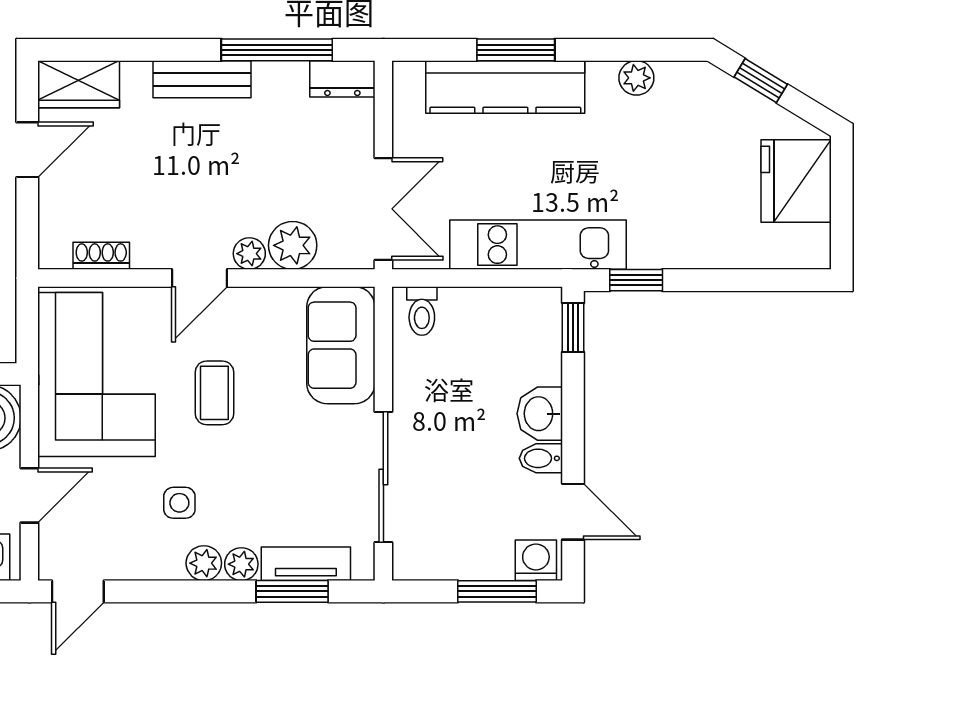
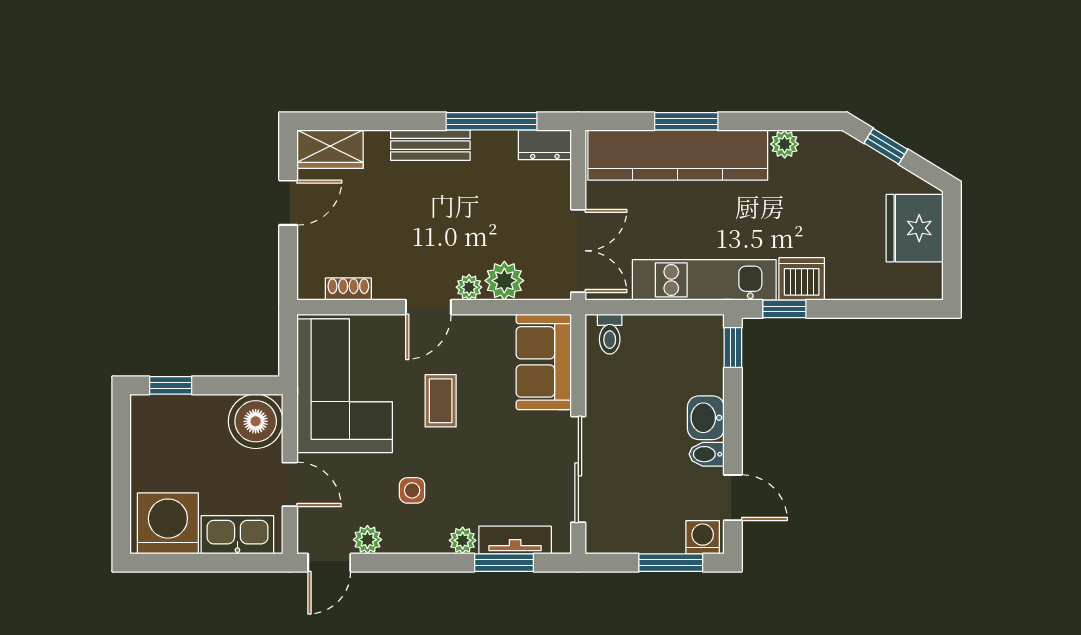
kitchen counter: (505, 87) -> (678, 155), width x1.39, depth x1.17
dishwasher: (657, 243) -> (802, 279), added
door: (29, 495) -> (290, 484), hinge flipped
plant: (204, 563) -> (367, 540), moved

